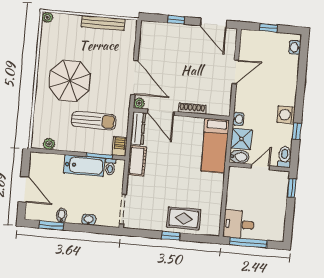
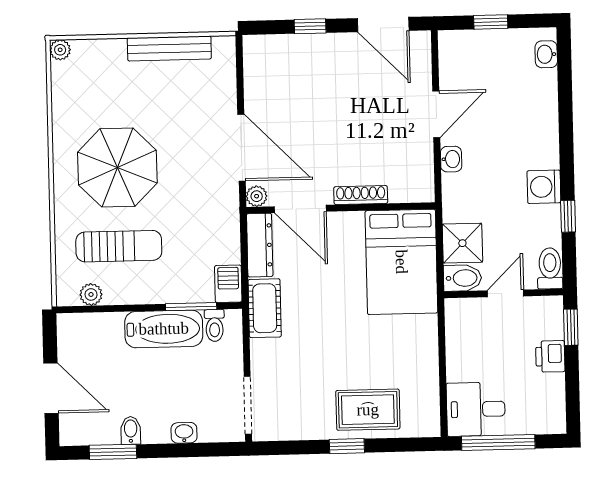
washbasin: (238, 119) -> (451, 159), moved
sun lounger: (94, 121) -> (119, 246), moved
bed: (215, 146) -> (401, 262), width x1.50
printer: (280, 202) -> (550, 356), added

